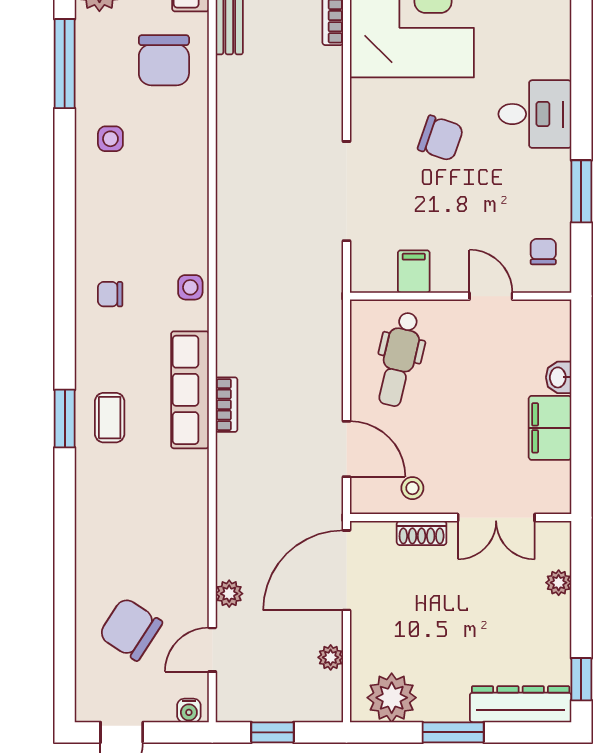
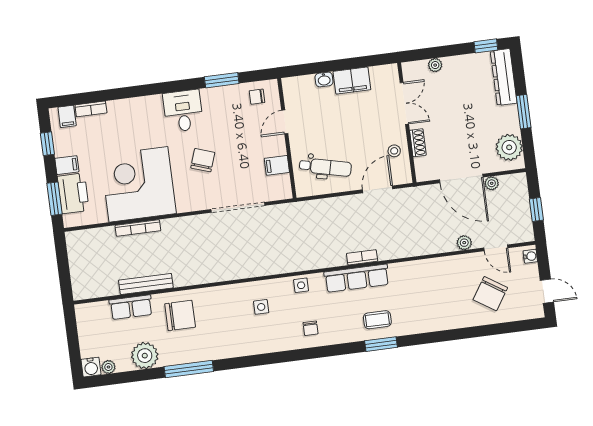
side table: (110, 139) -> (261, 307), moved
door: (346, 570) -> (461, 178), moved

